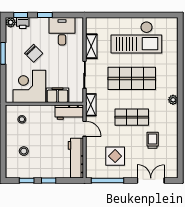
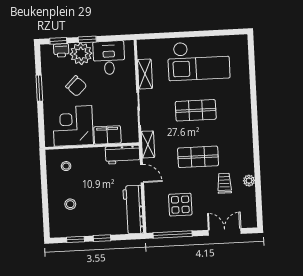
plant: (11, 22) -> (81, 54), moved, width x1.87, depth x1.87
shop shelf: (132, 78) -> (196, 110), width x0.70, depth x0.74
plant: (173, 100) -> (249, 181), moved

